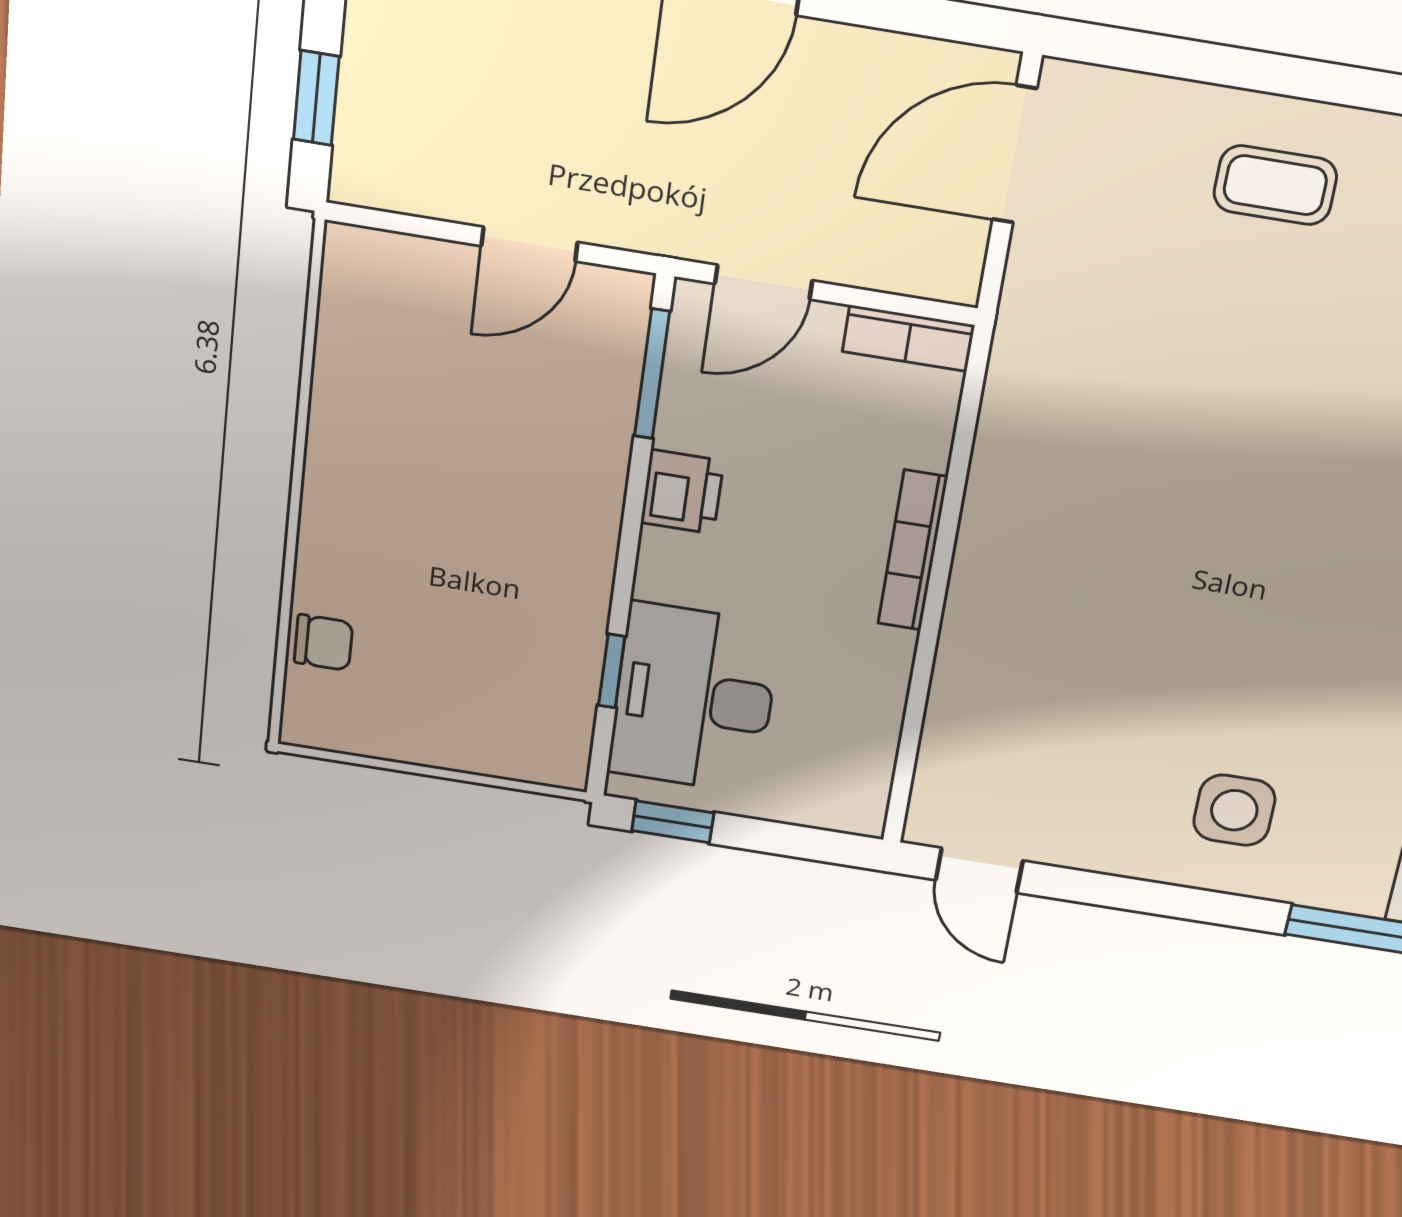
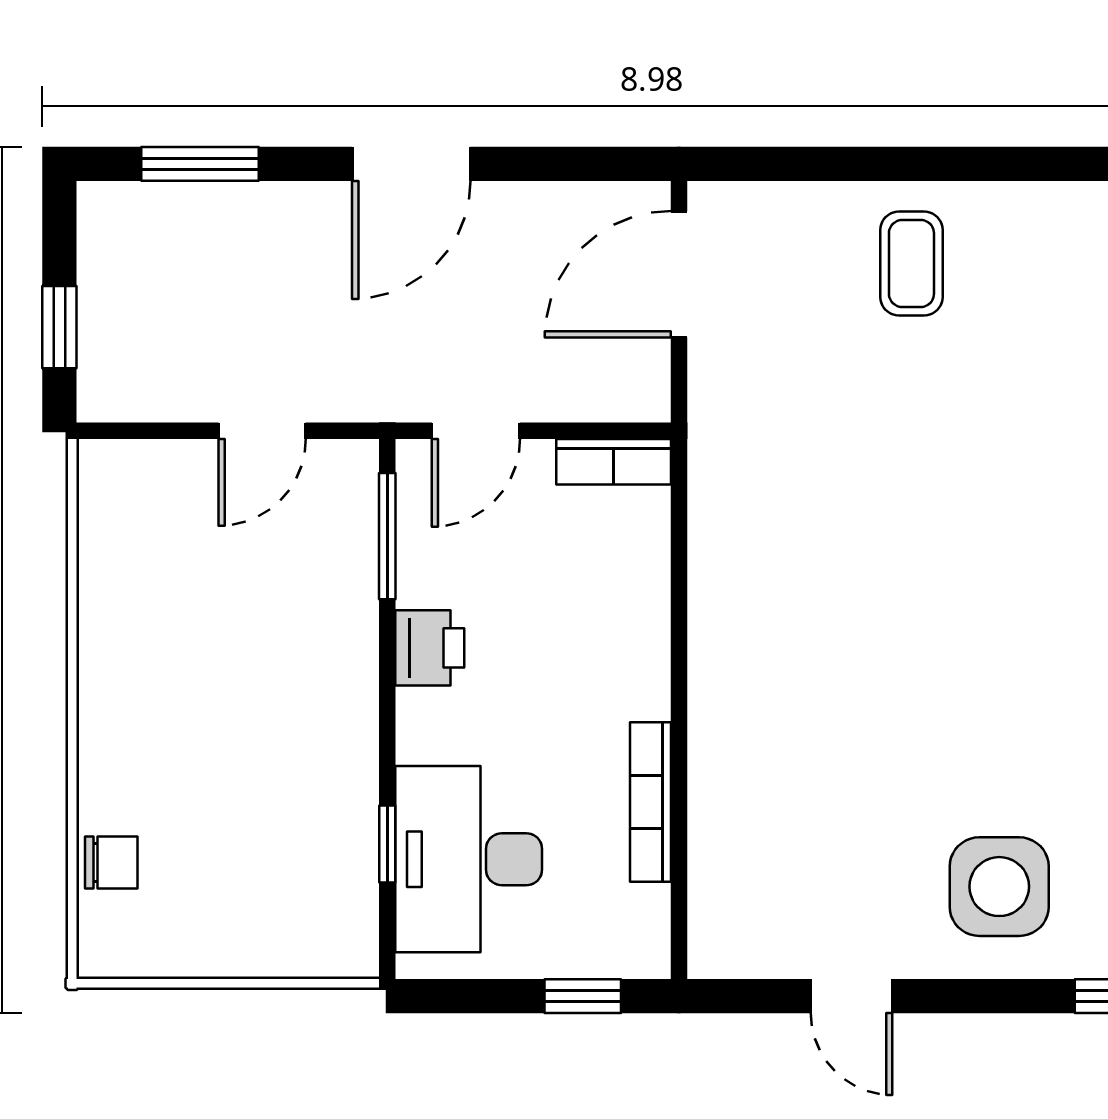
coffee table: (1275, 185) -> (911, 263), turned 90
bookcase: (913, 551) -> (651, 802), moved
side table: (1234, 810) -> (999, 887), width x1.37, depth x1.37
window: (673, 822) -> (583, 996), moved
door: (979, 870) -> (851, 996), moved

